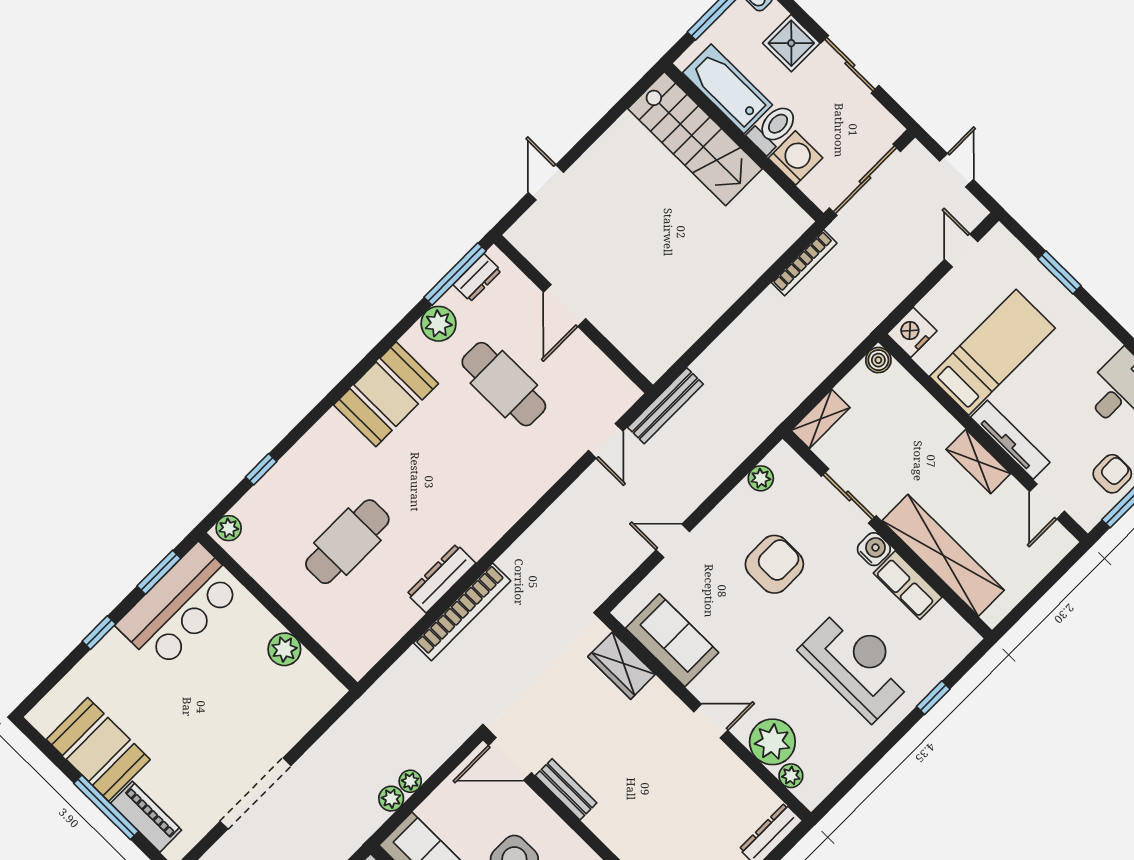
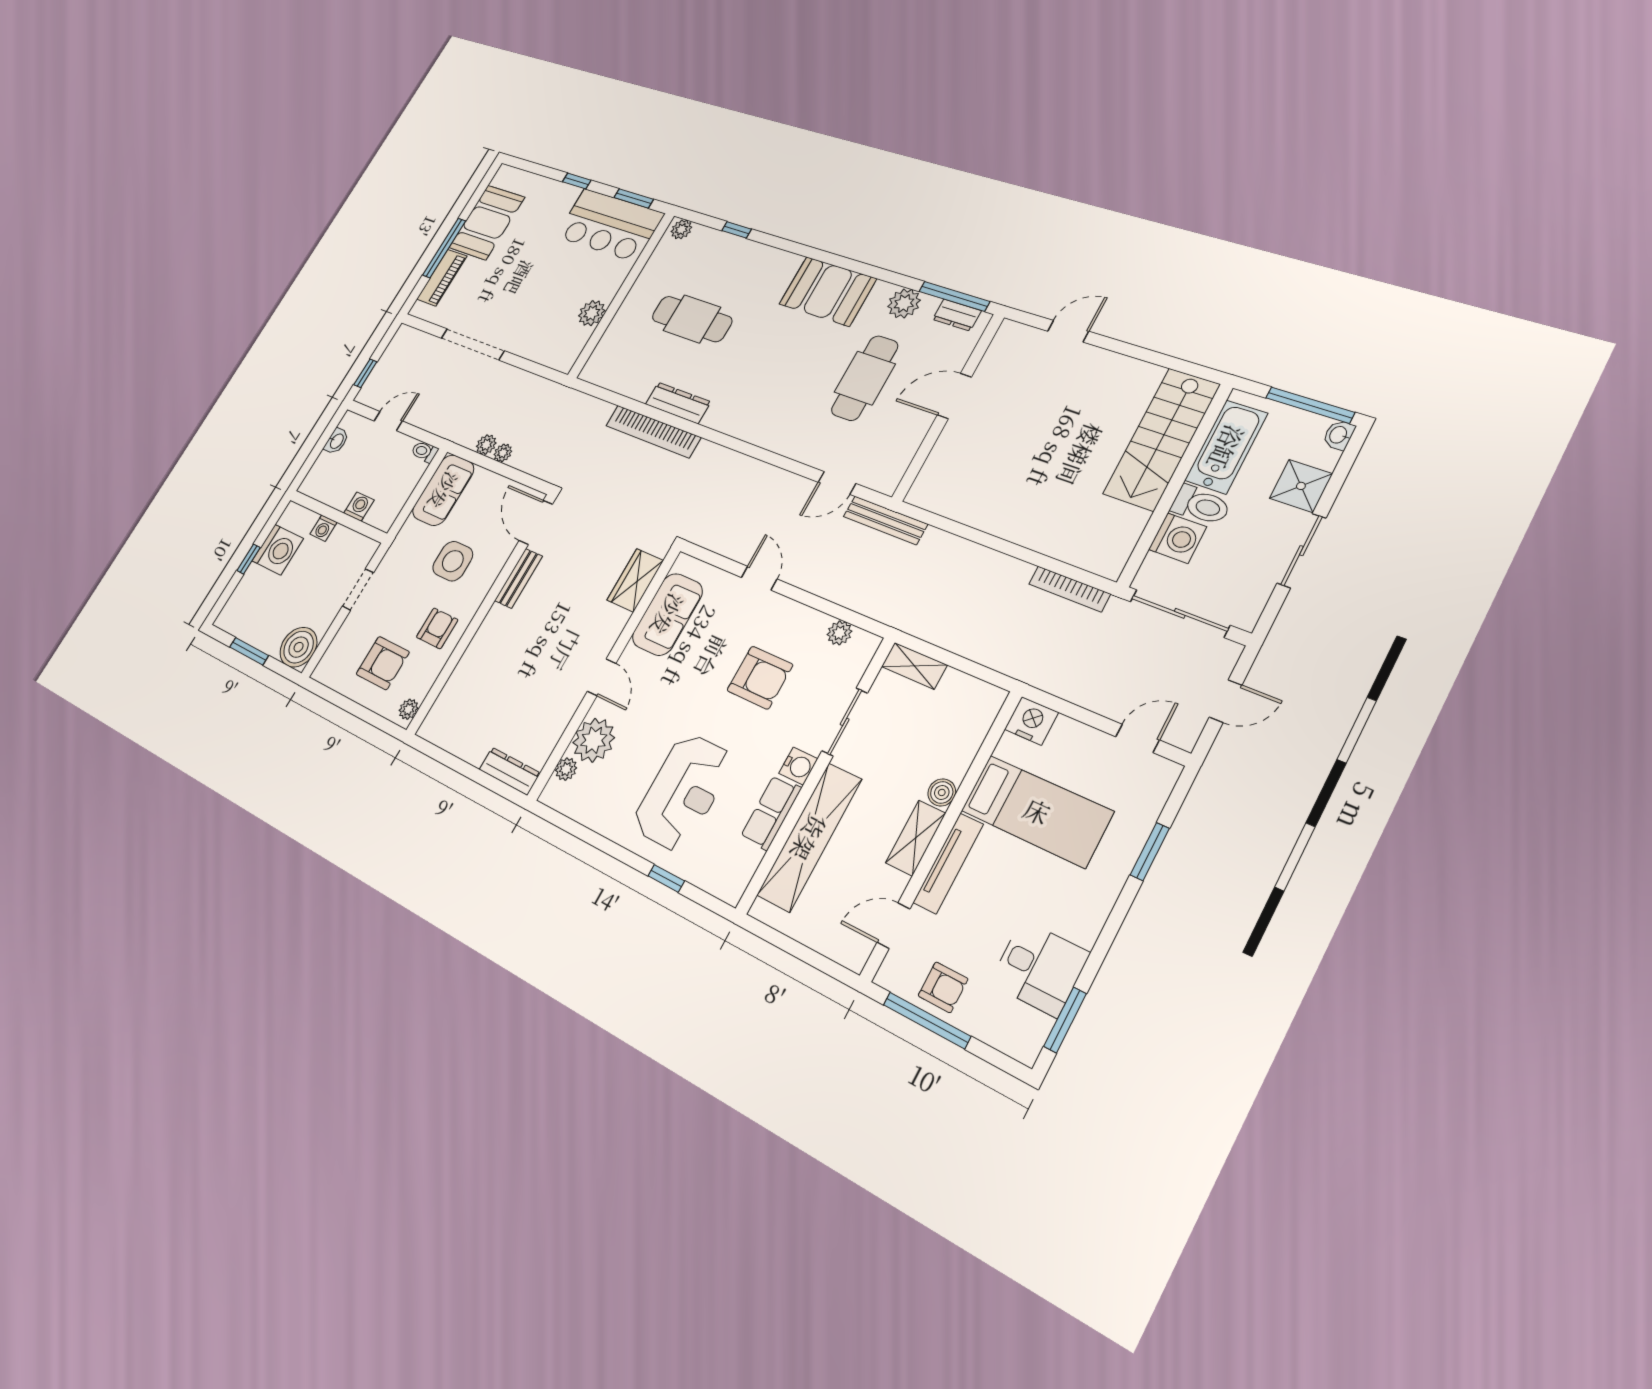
boiler: (878, 360) -> (942, 792), moved

